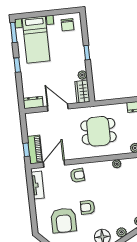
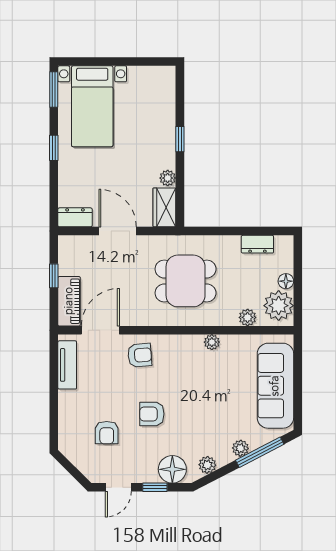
chair: (68, 25) -> (151, 86), removed
window: (26, 150) -> (54, 276), moved
armchair: (64, 220) -> (107, 433), width x0.53, depth x0.53

